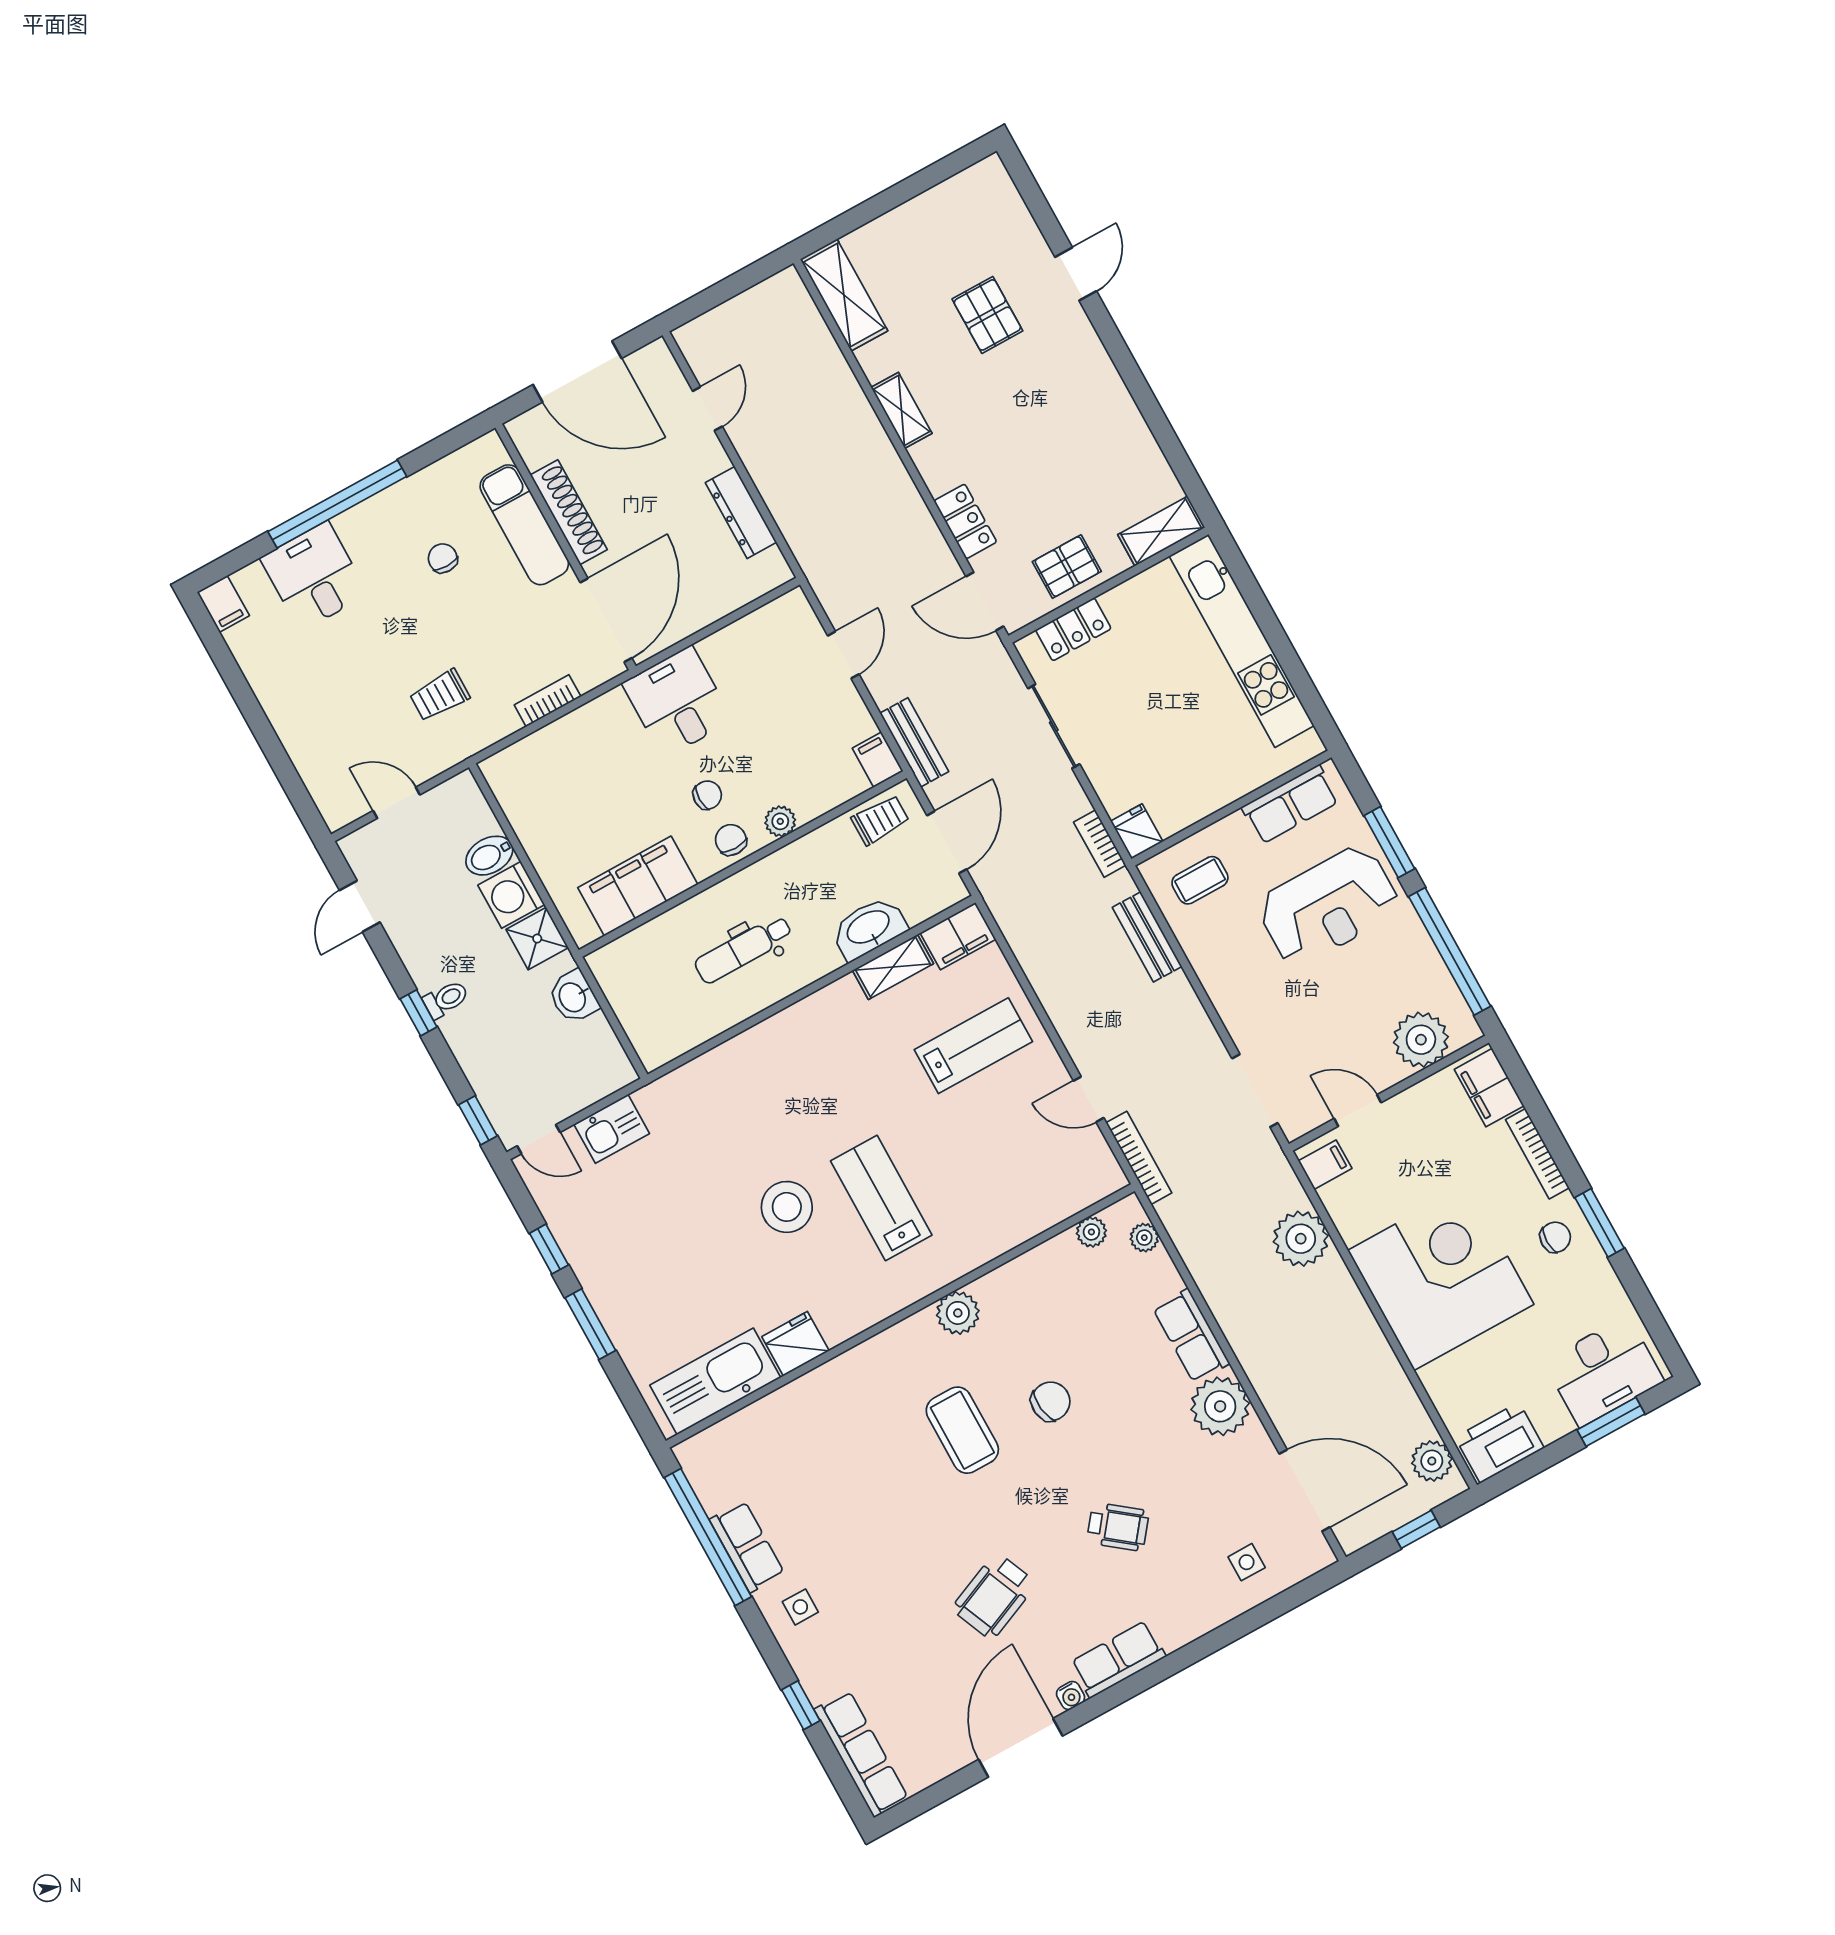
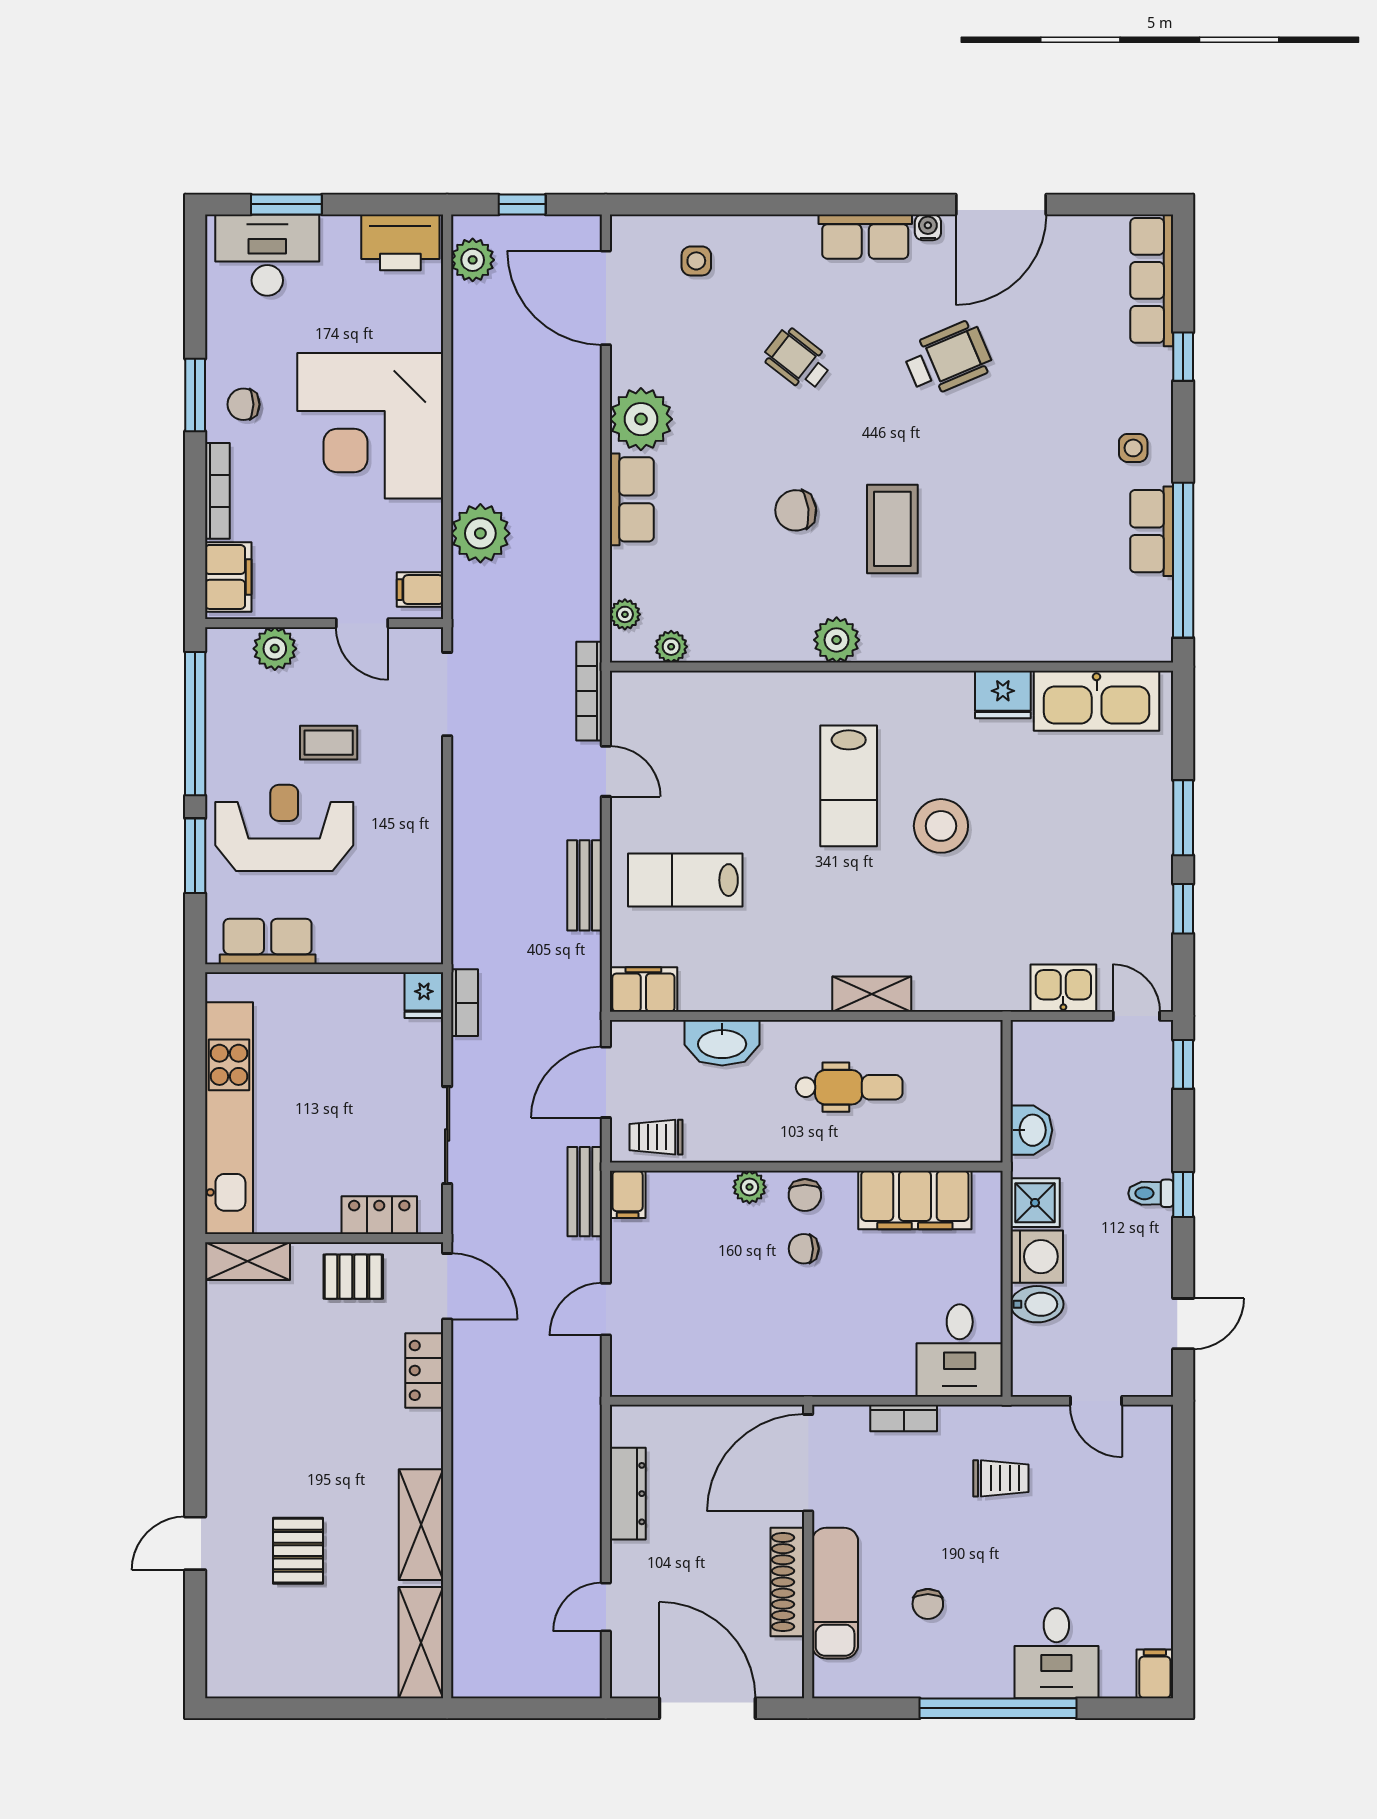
shelving: (902, 410) -> (421, 1525), width x1.50, depth x1.33
desk: (677, 702) -> (960, 1350), moved
coffee table: (1200, 880) -> (329, 743), moved
bench: (1147, 937) -> (585, 885), moved
shelving: (893, 967) -> (872, 994), moved
plant: (1421, 1040) -> (275, 649), width x0.73, depth x0.73

